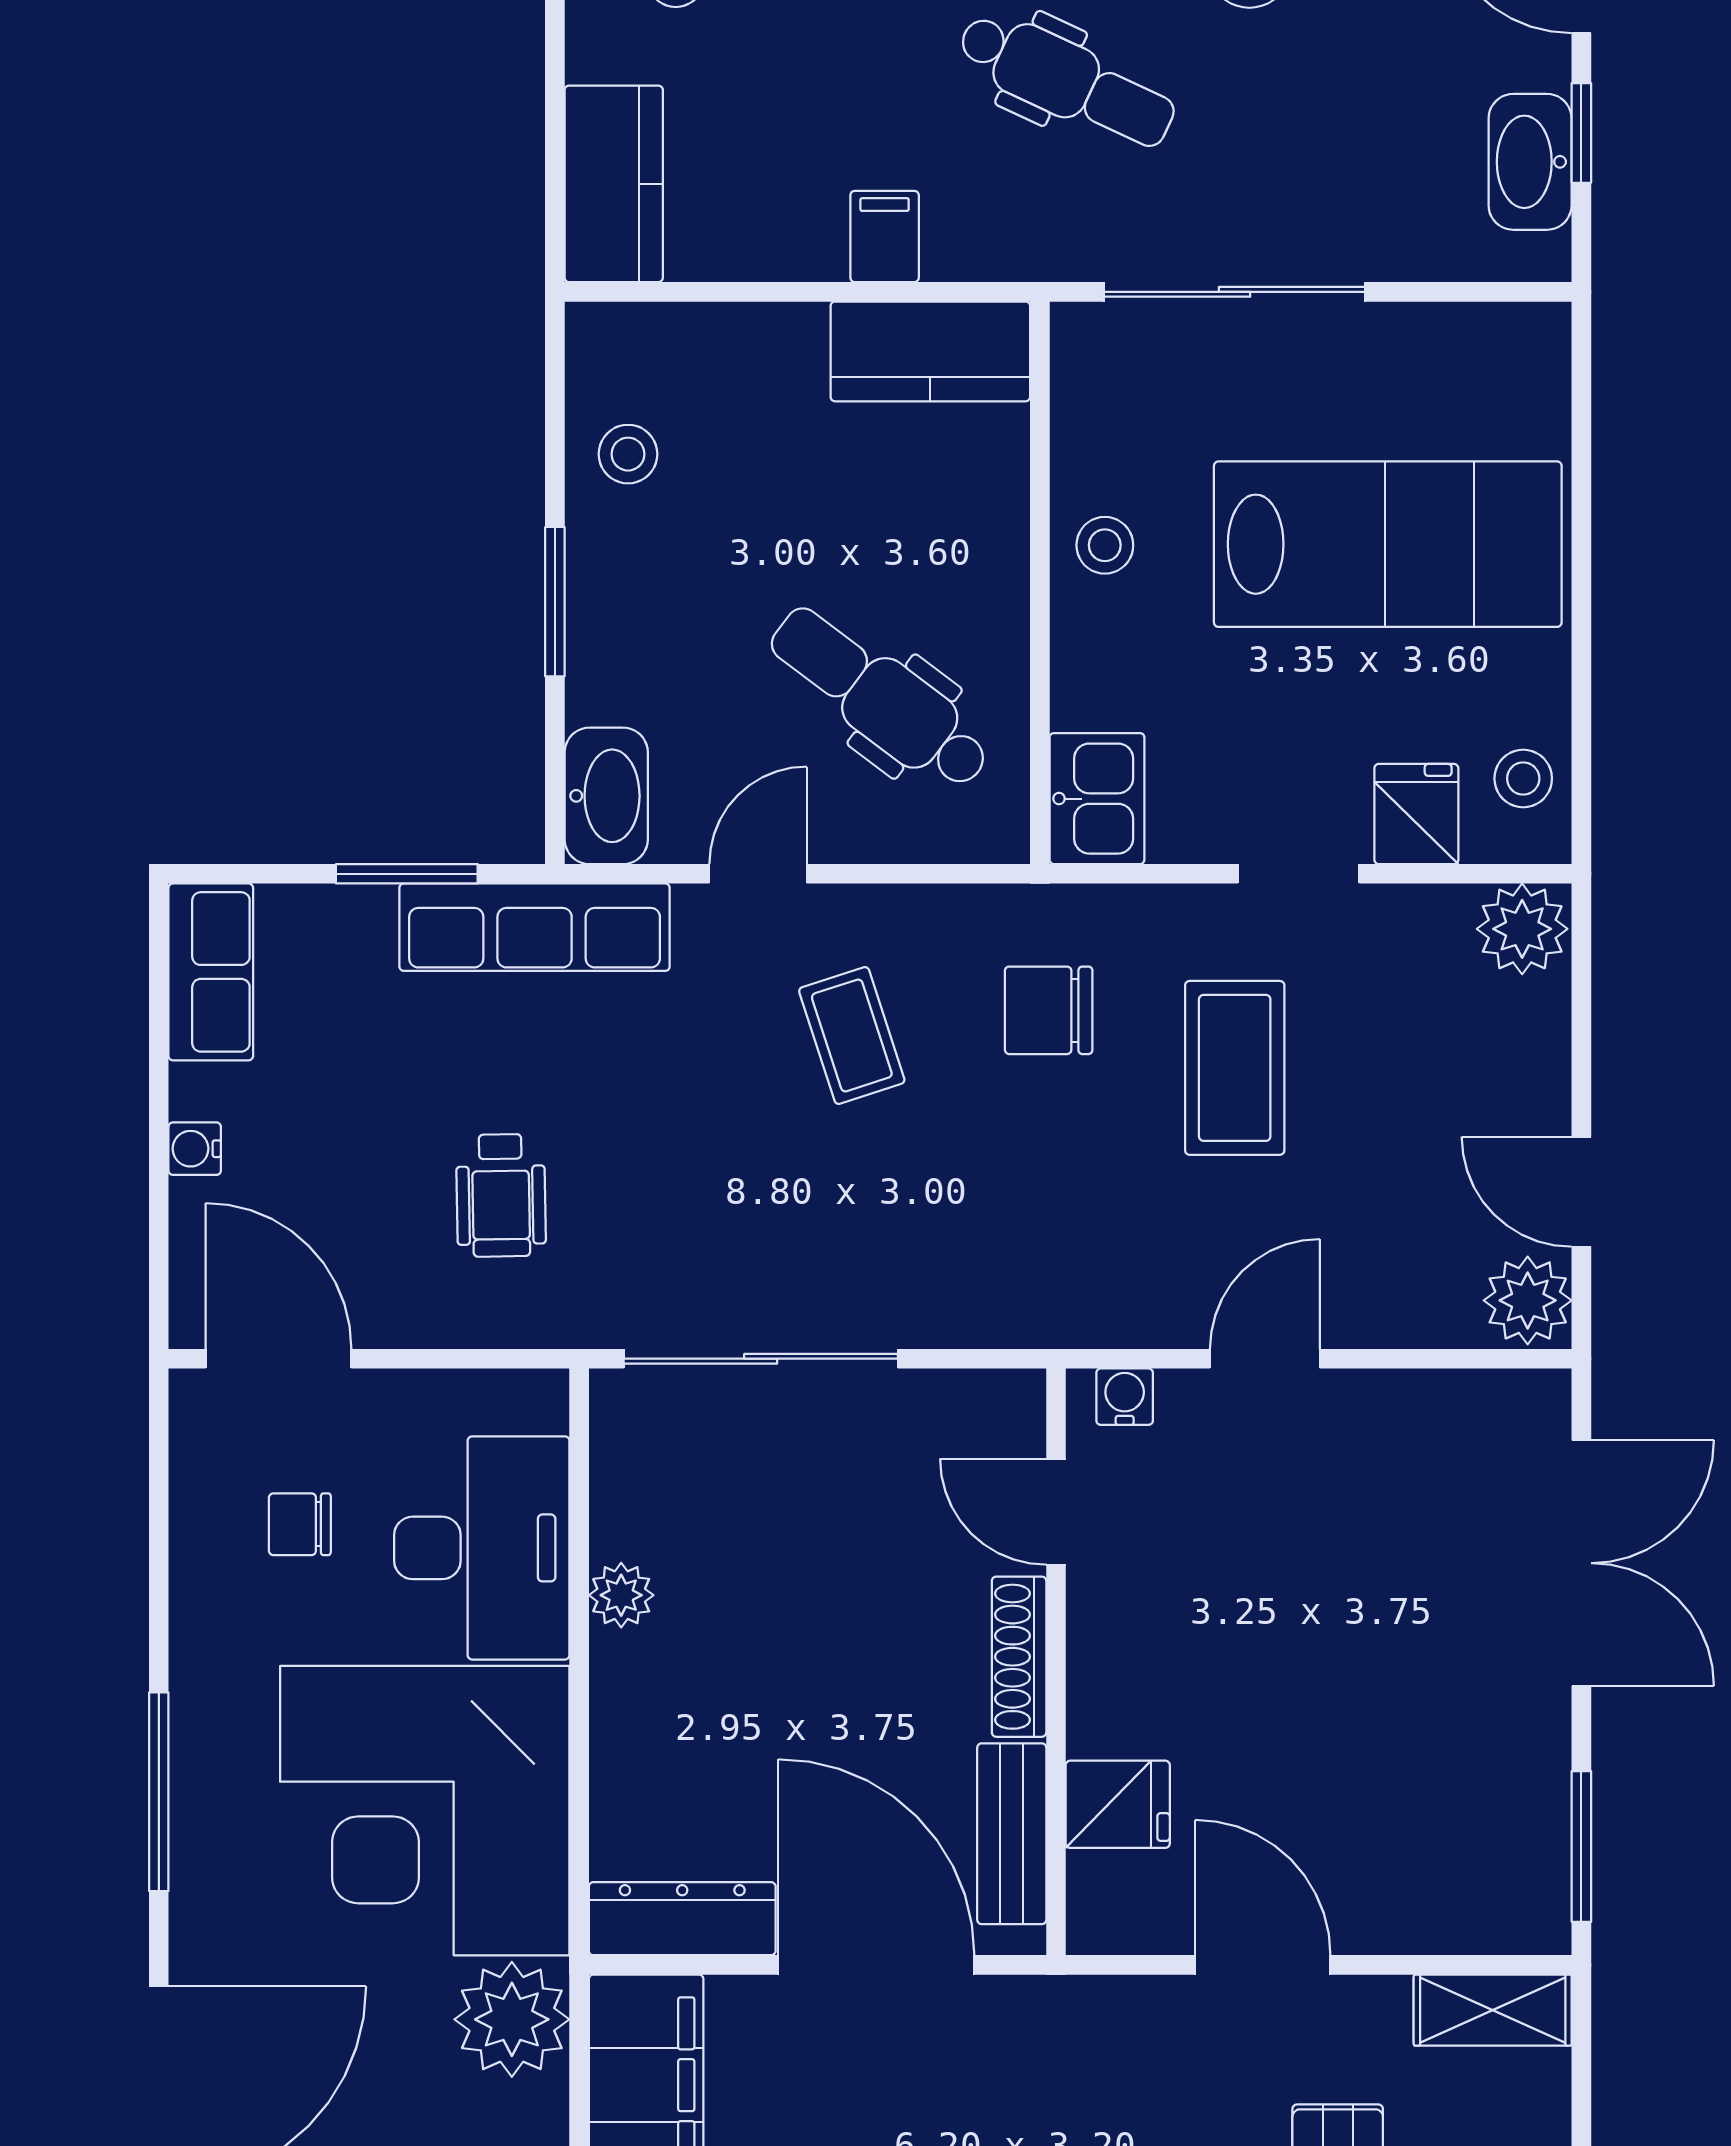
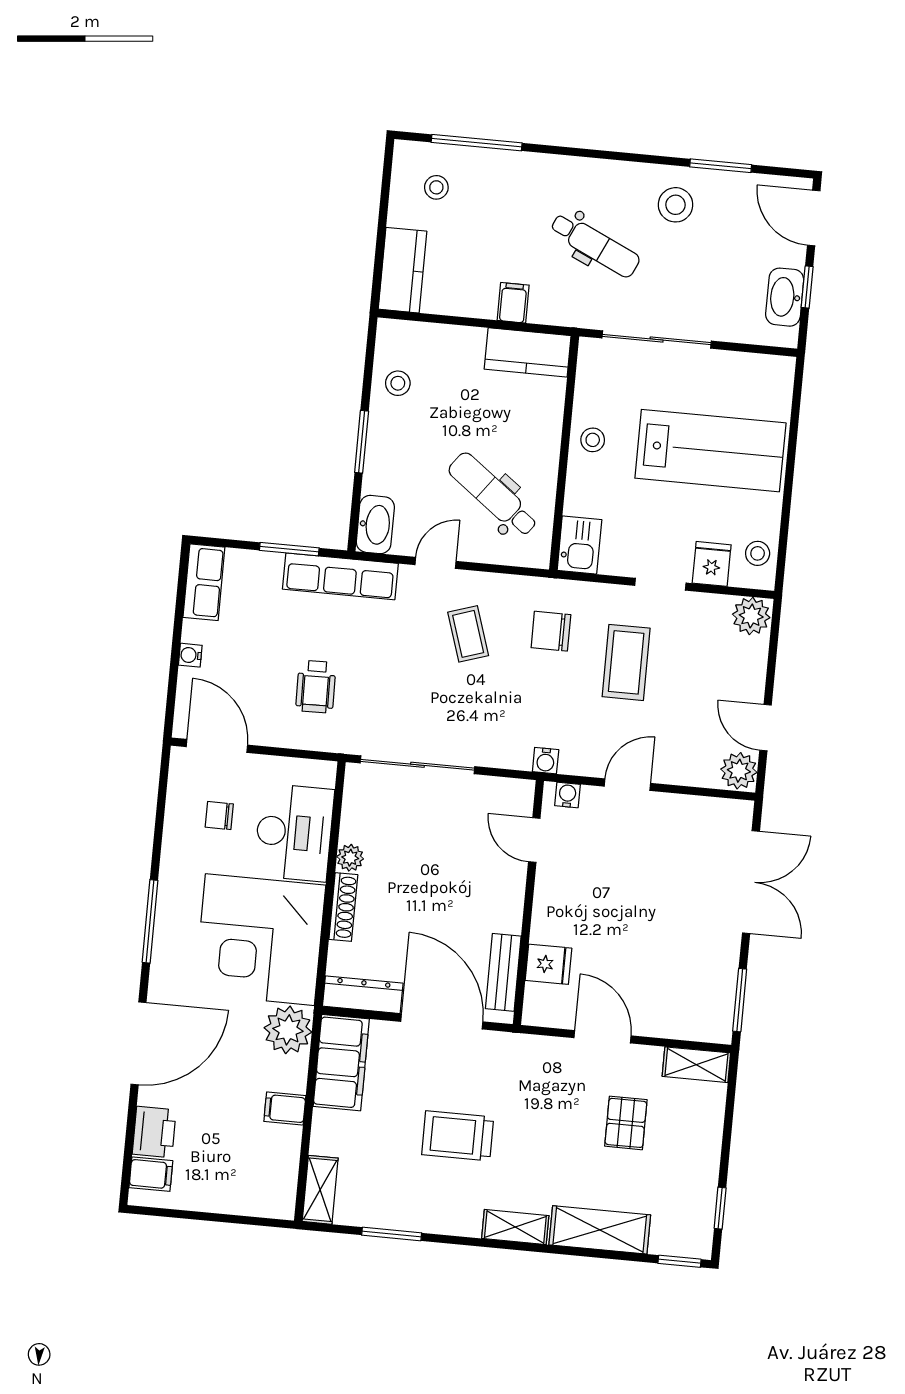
water cooler: (1065, 1320) -> (546, 761), added
shoe rack: (1019, 1657) -> (343, 907), moved, turned 180

